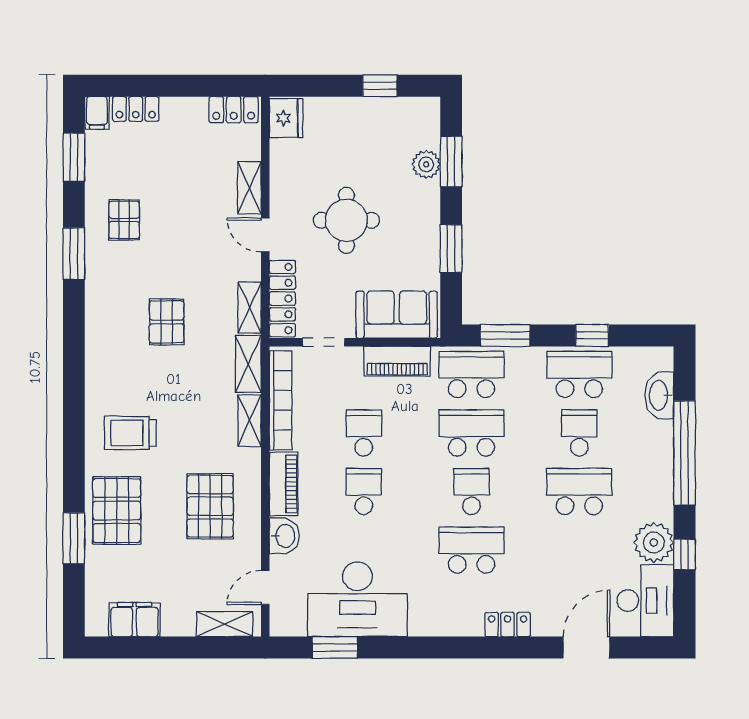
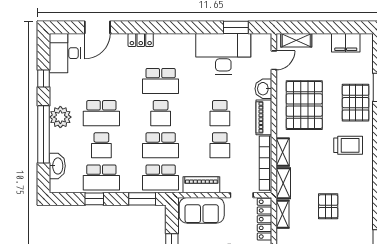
pallet: (210, 506) -> (304, 105), width x1.37, depth x1.41
plant: (654, 543) -> (60, 117), moved

